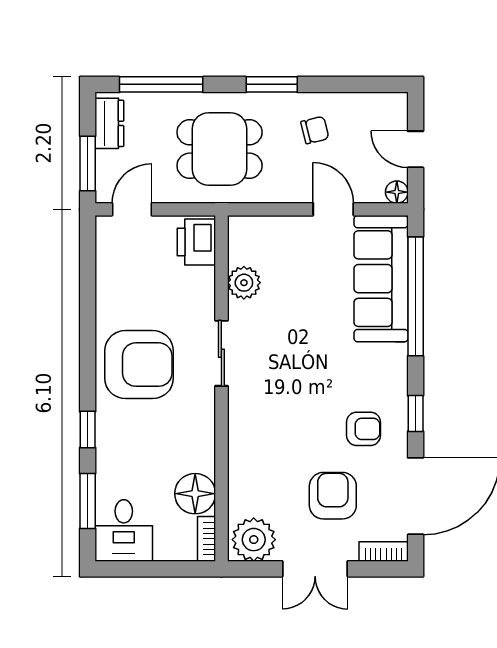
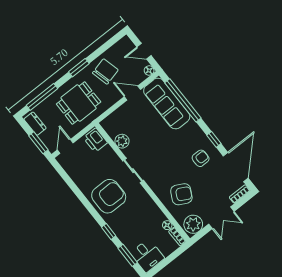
chair: (315, 130) -> (105, 71), width x1.87, depth x1.87
floor lamp: (195, 494) -> (167, 225), width x0.53, depth x0.53
armchair: (333, 496) -> (181, 194), moved, turned 118

